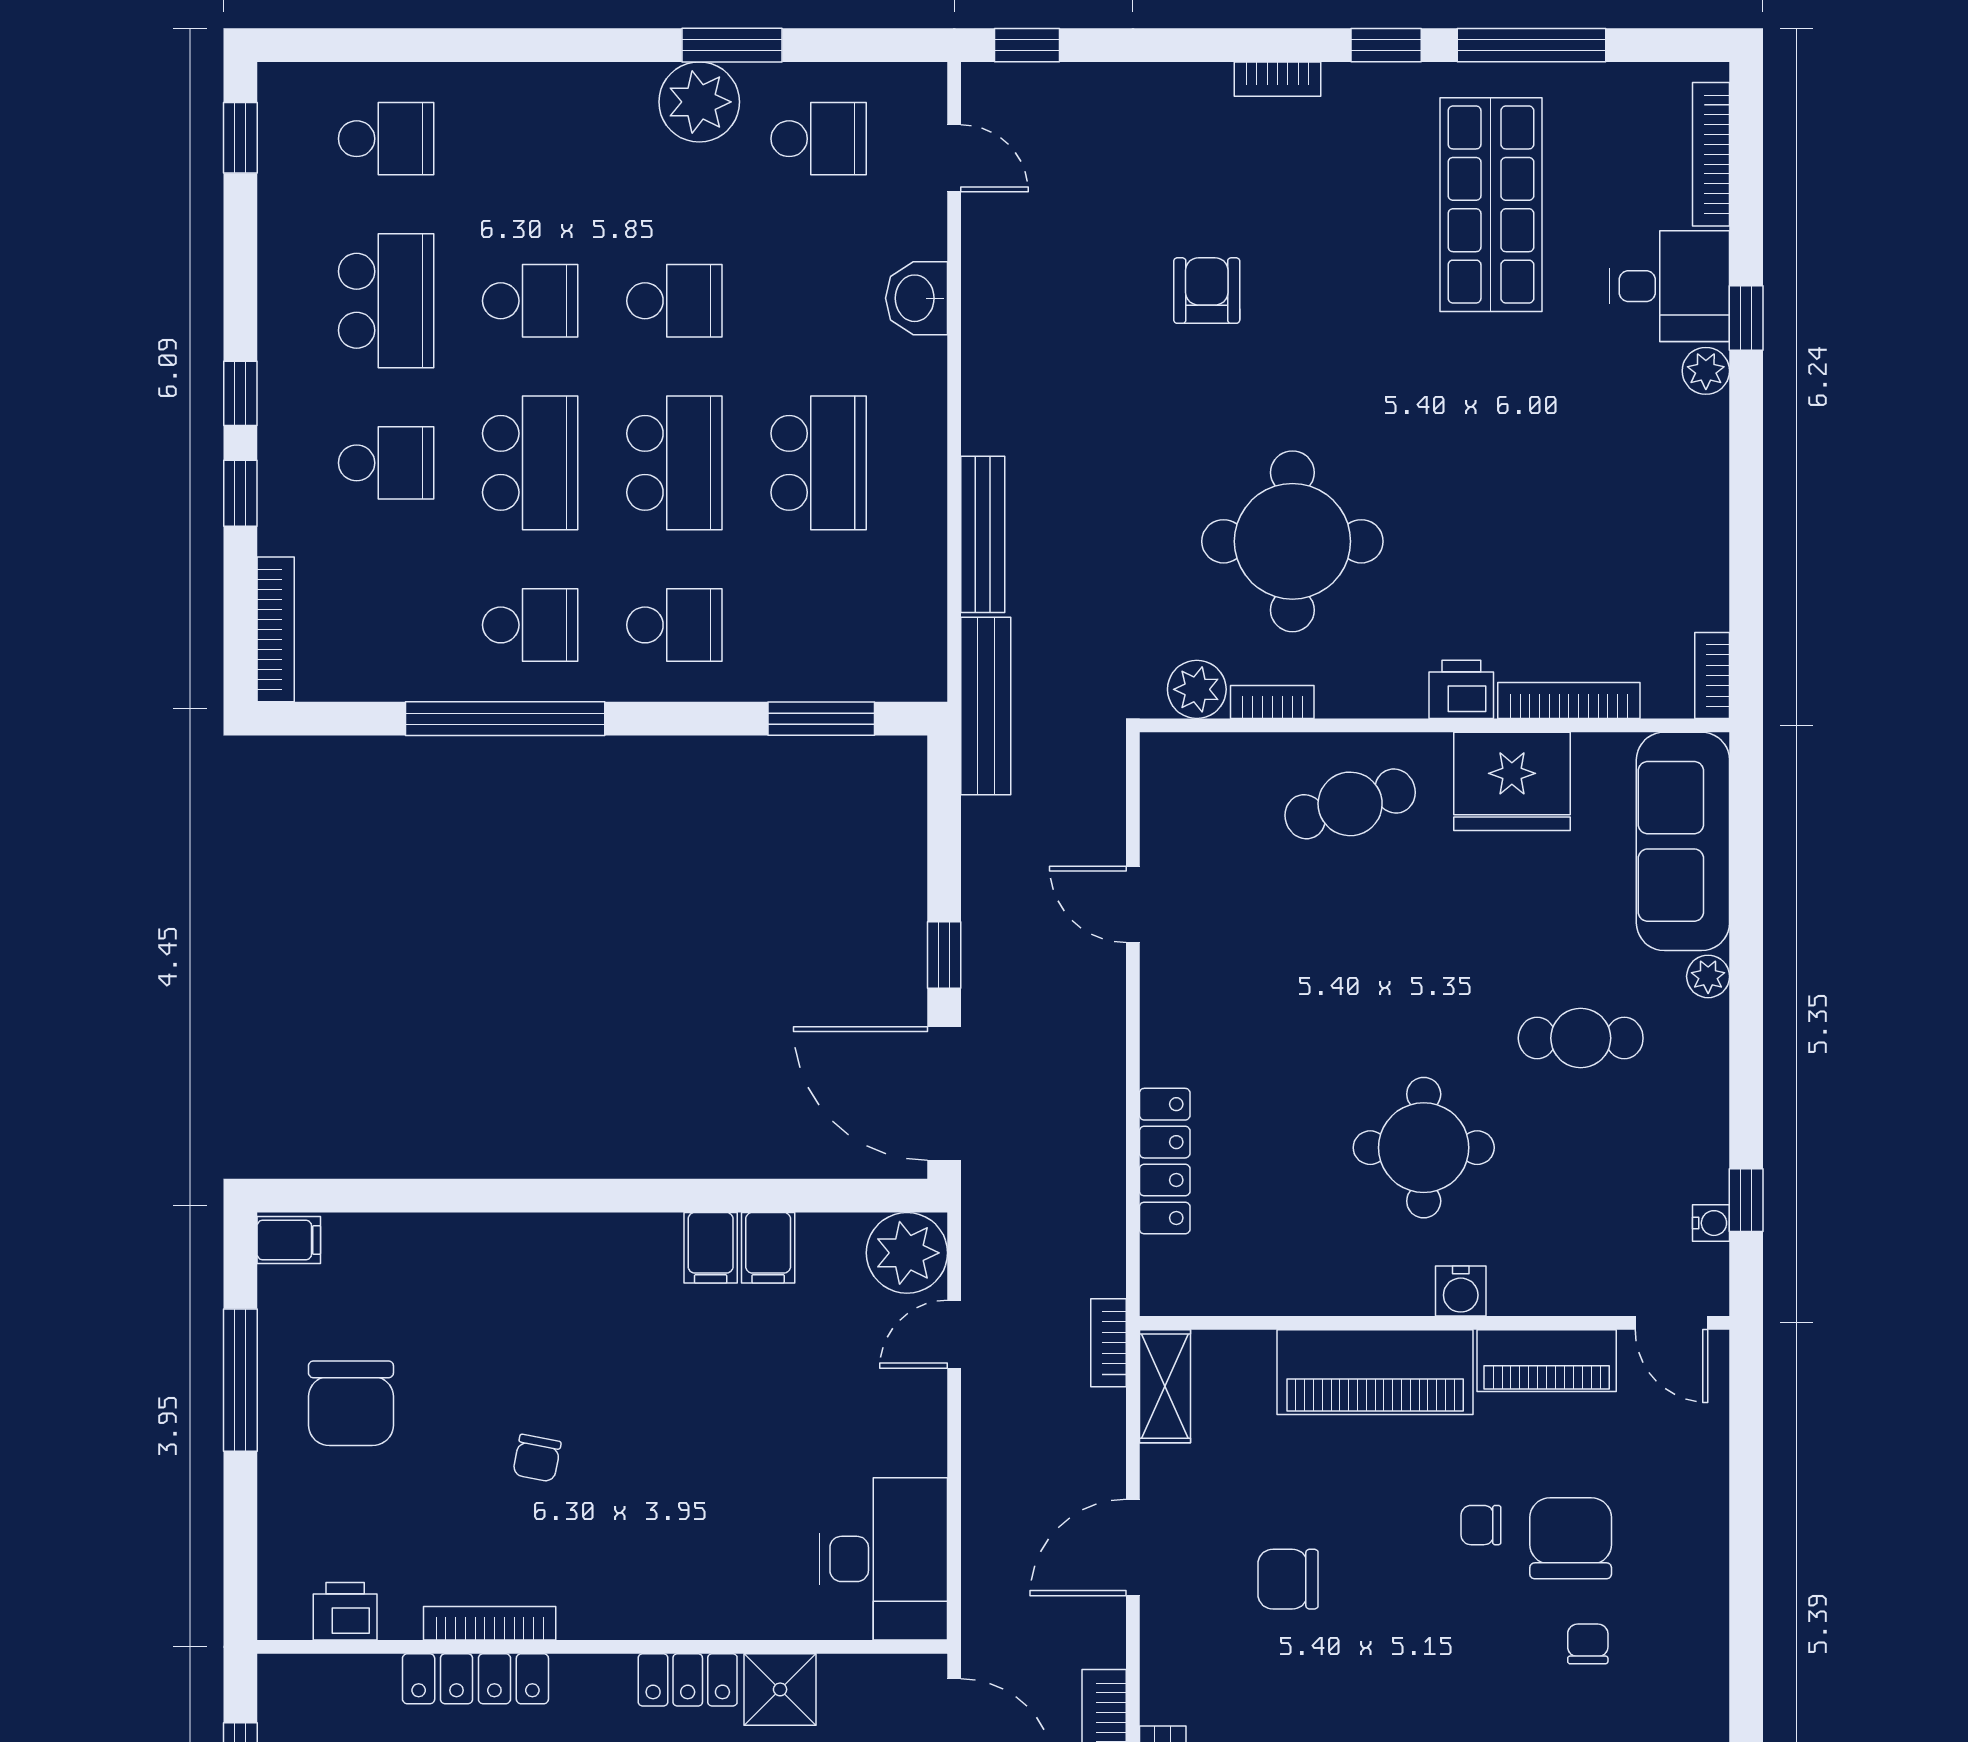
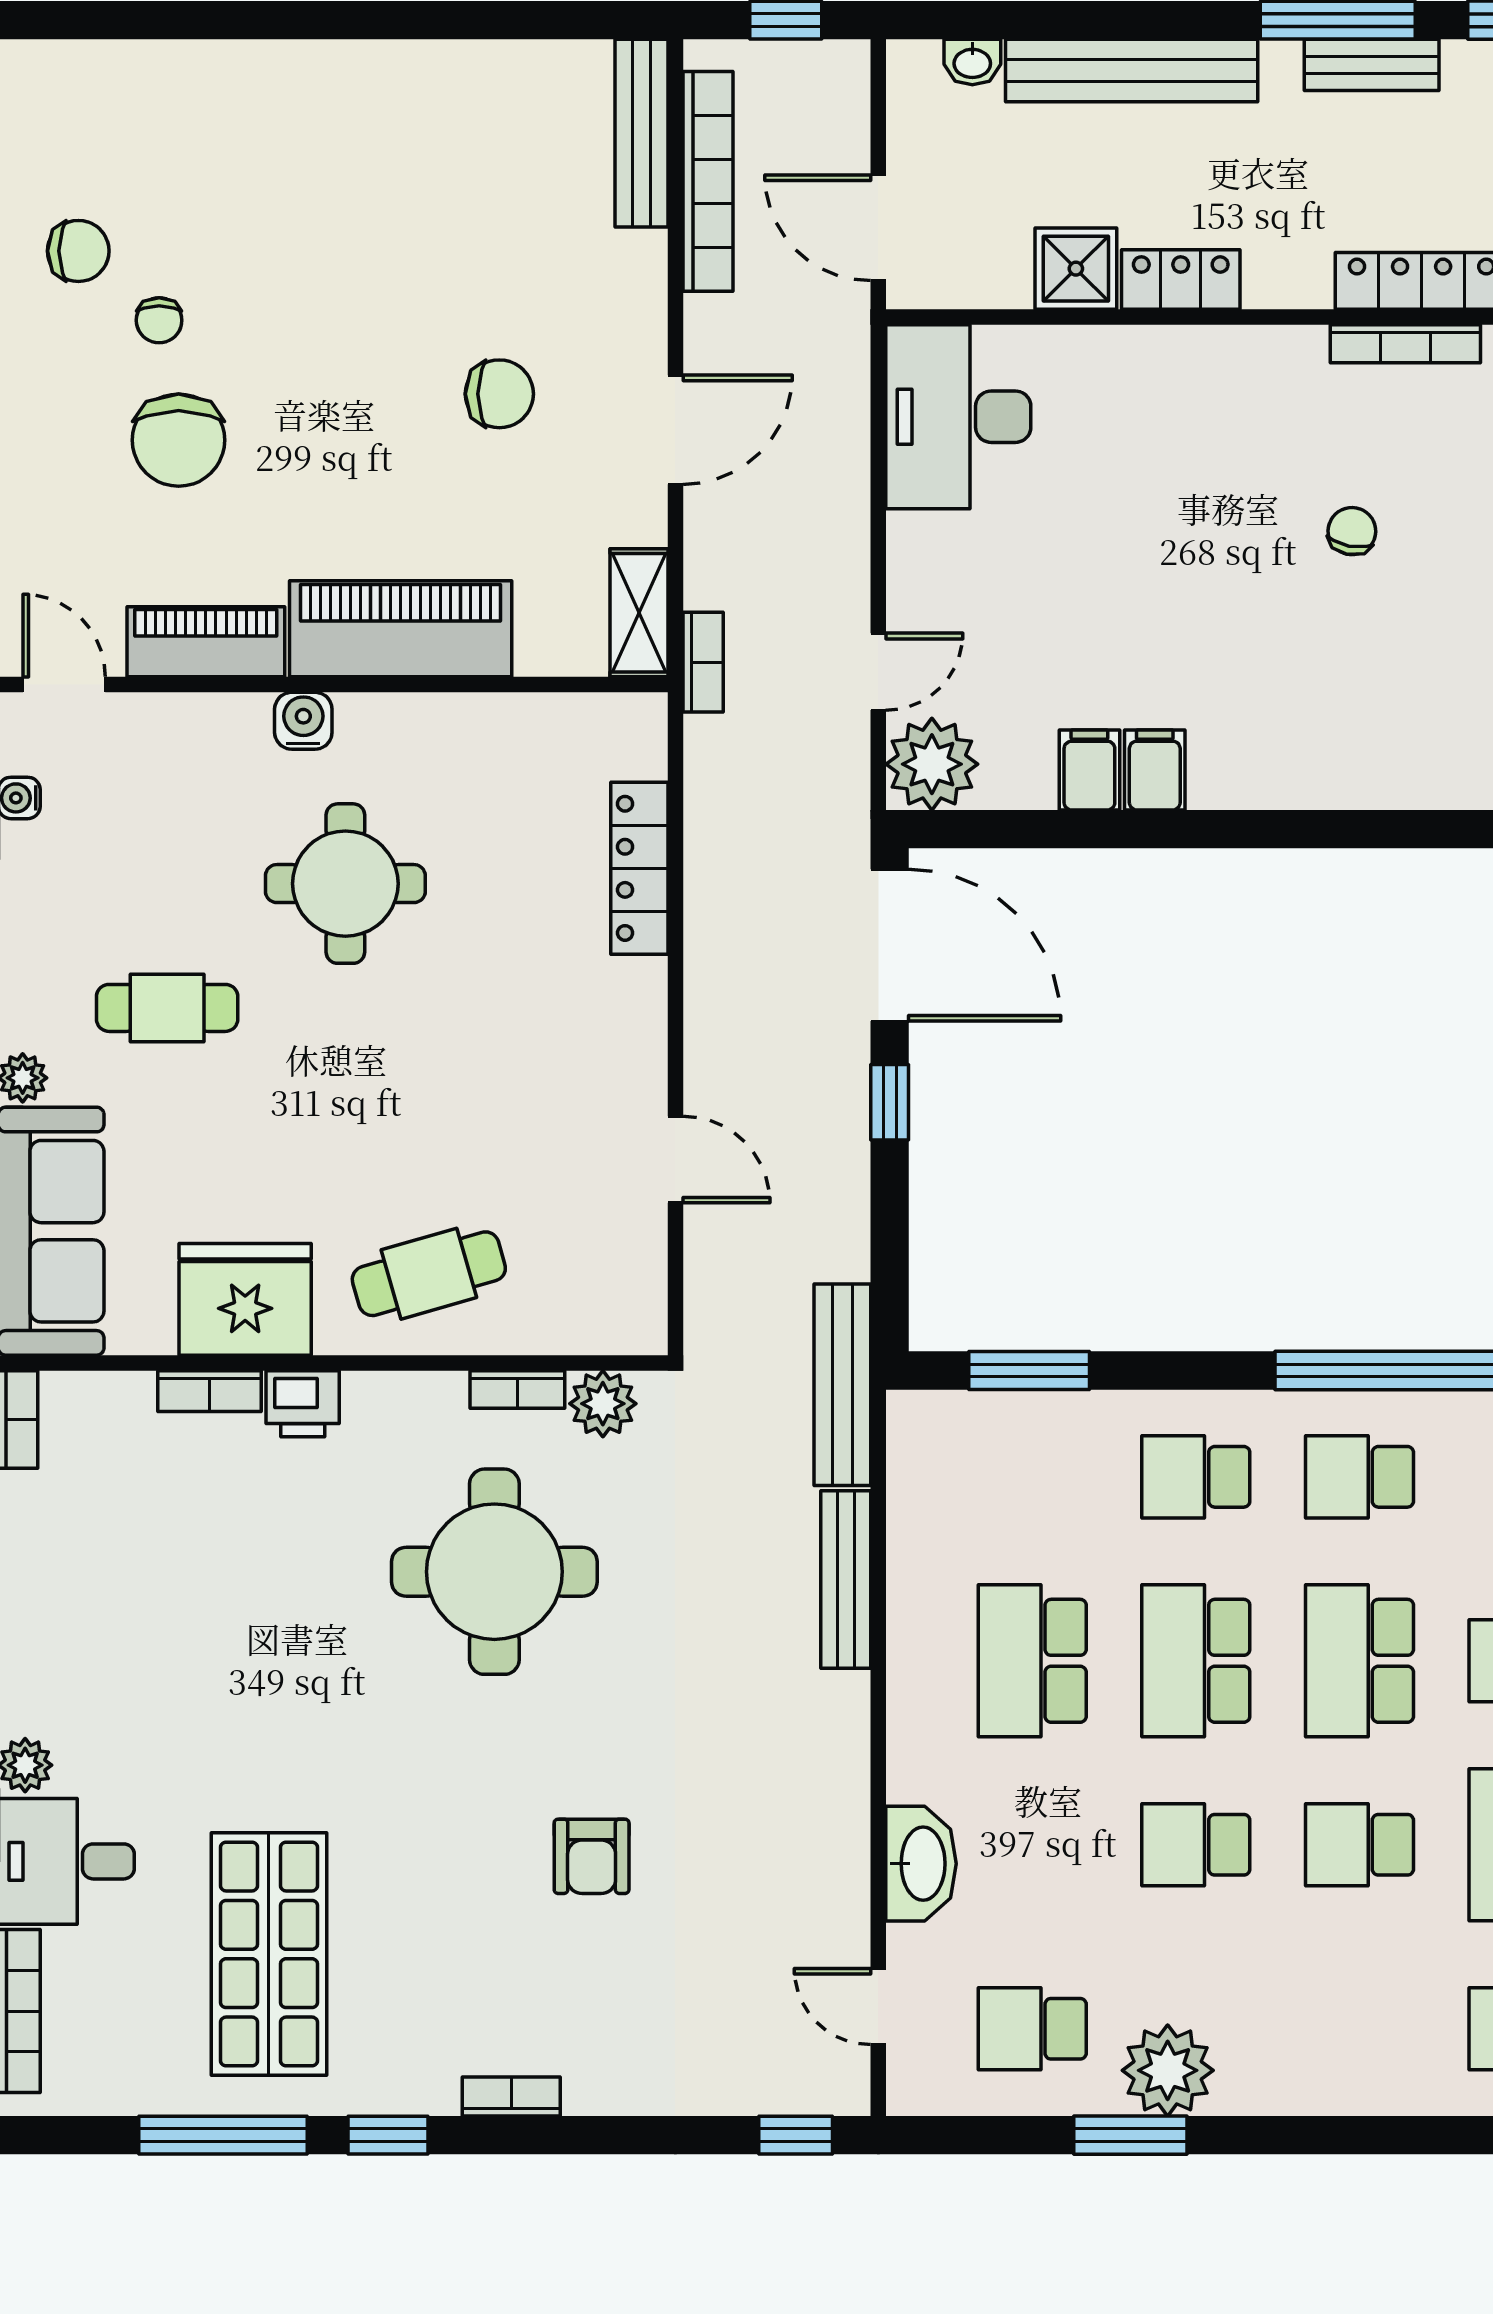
washbasin: (917, 298) -> (921, 1864), width x1.38
bookcase: (1569, 700) -> (210, 1391), width x0.64
chair: (1481, 1525) -> (78, 251), moved, width x1.37, depth x1.37

